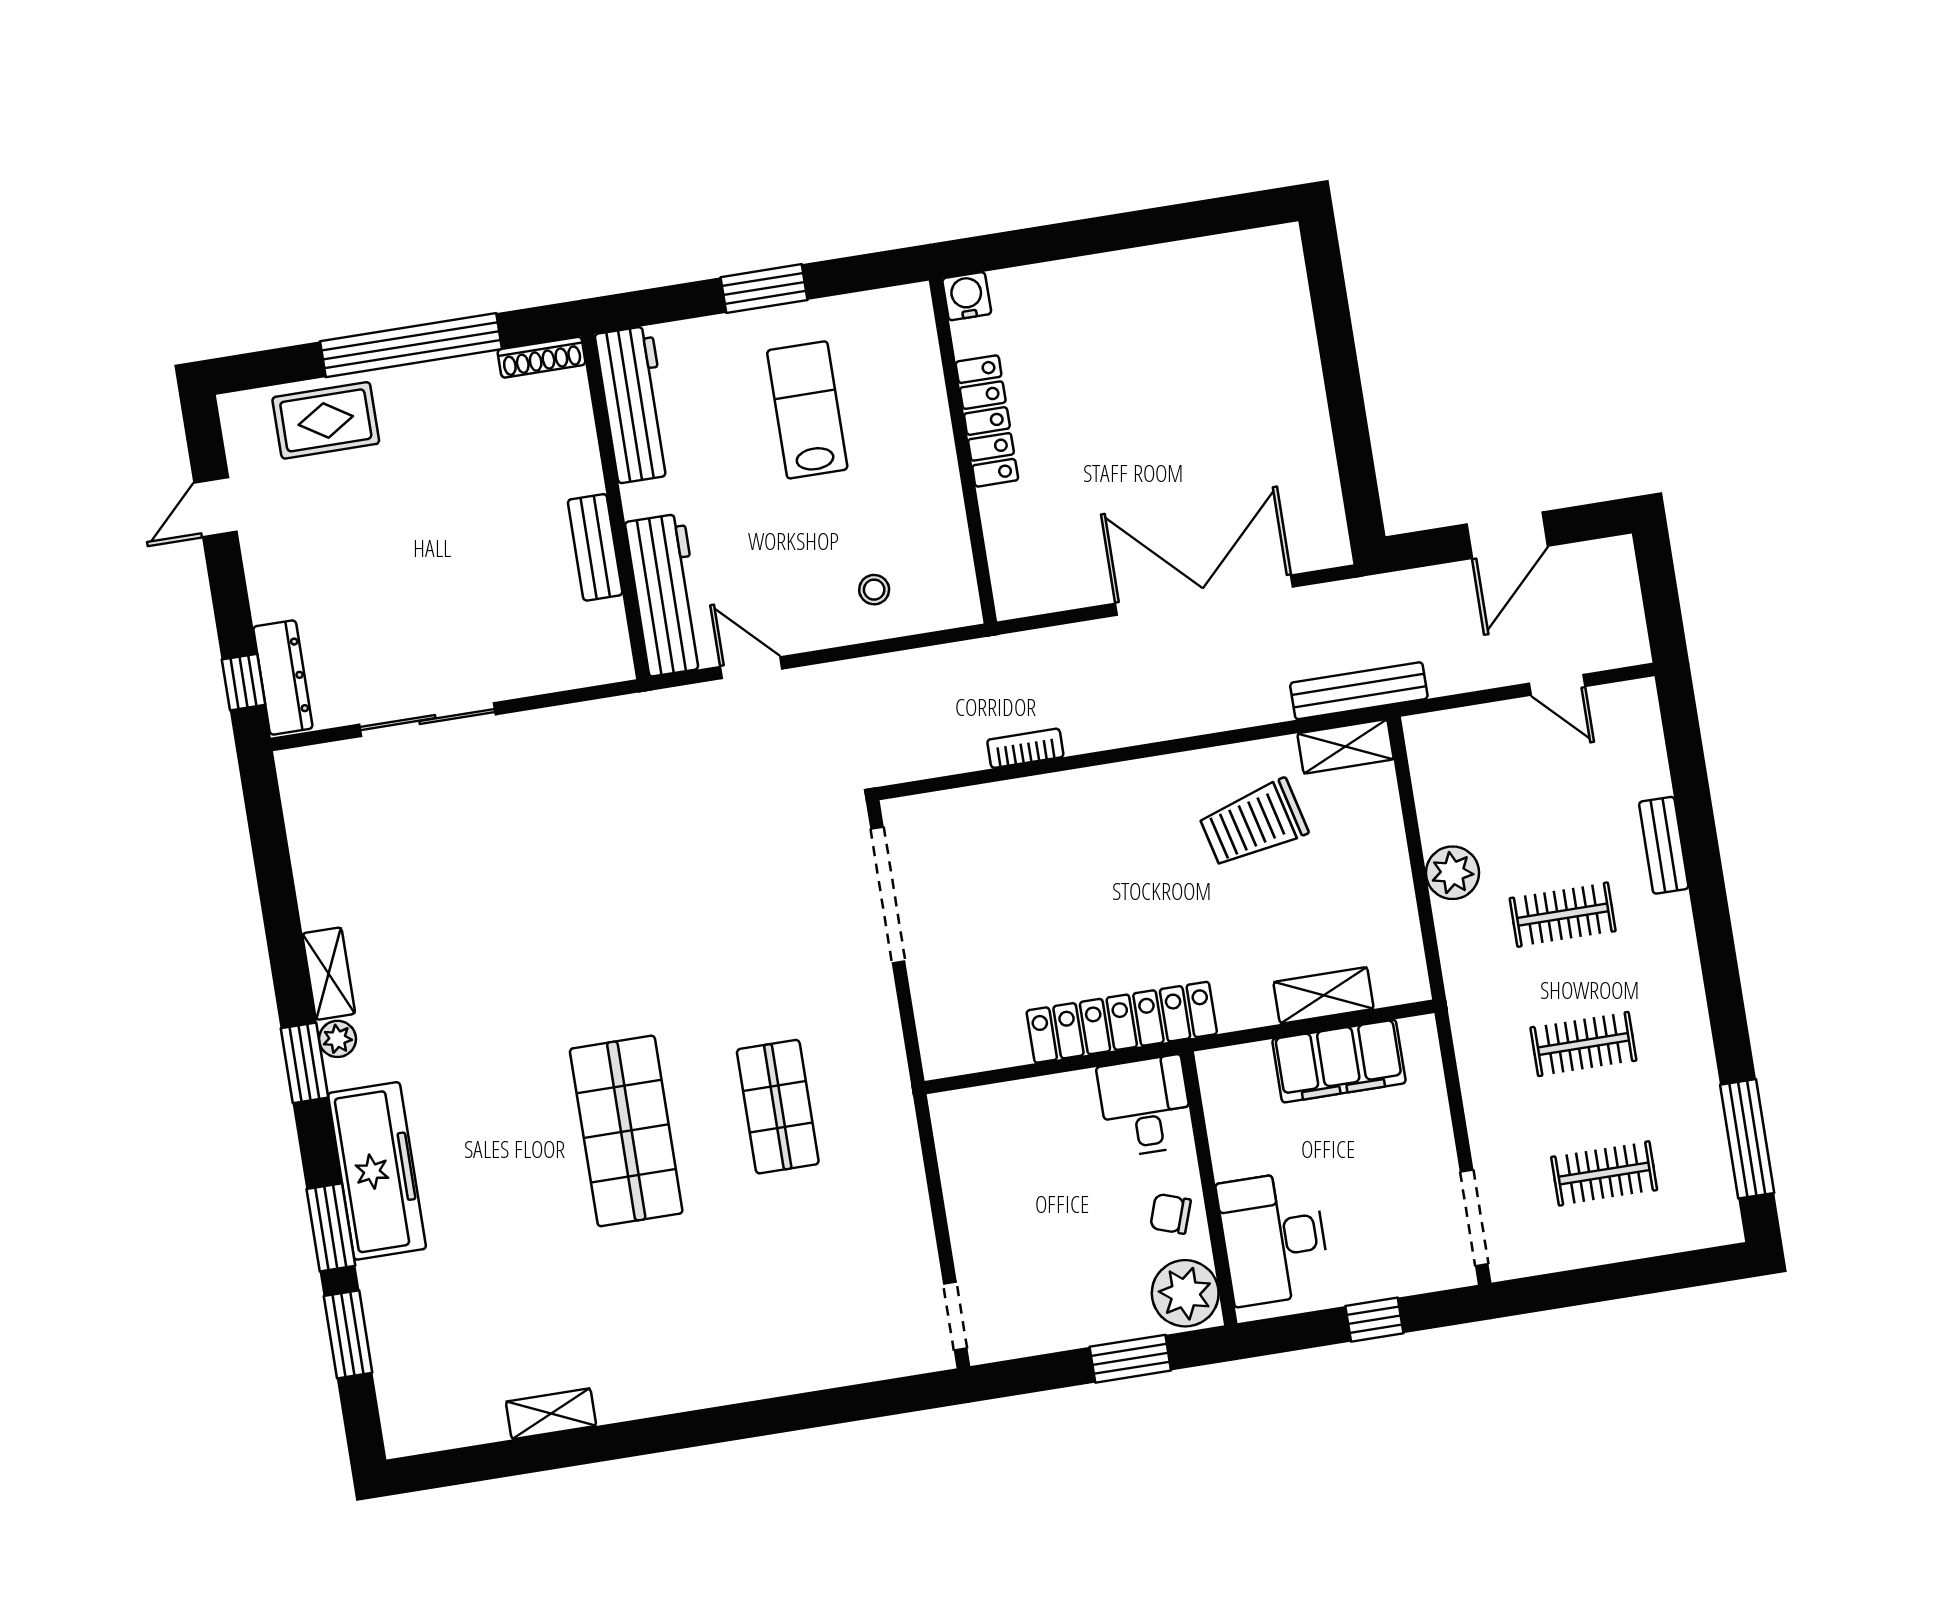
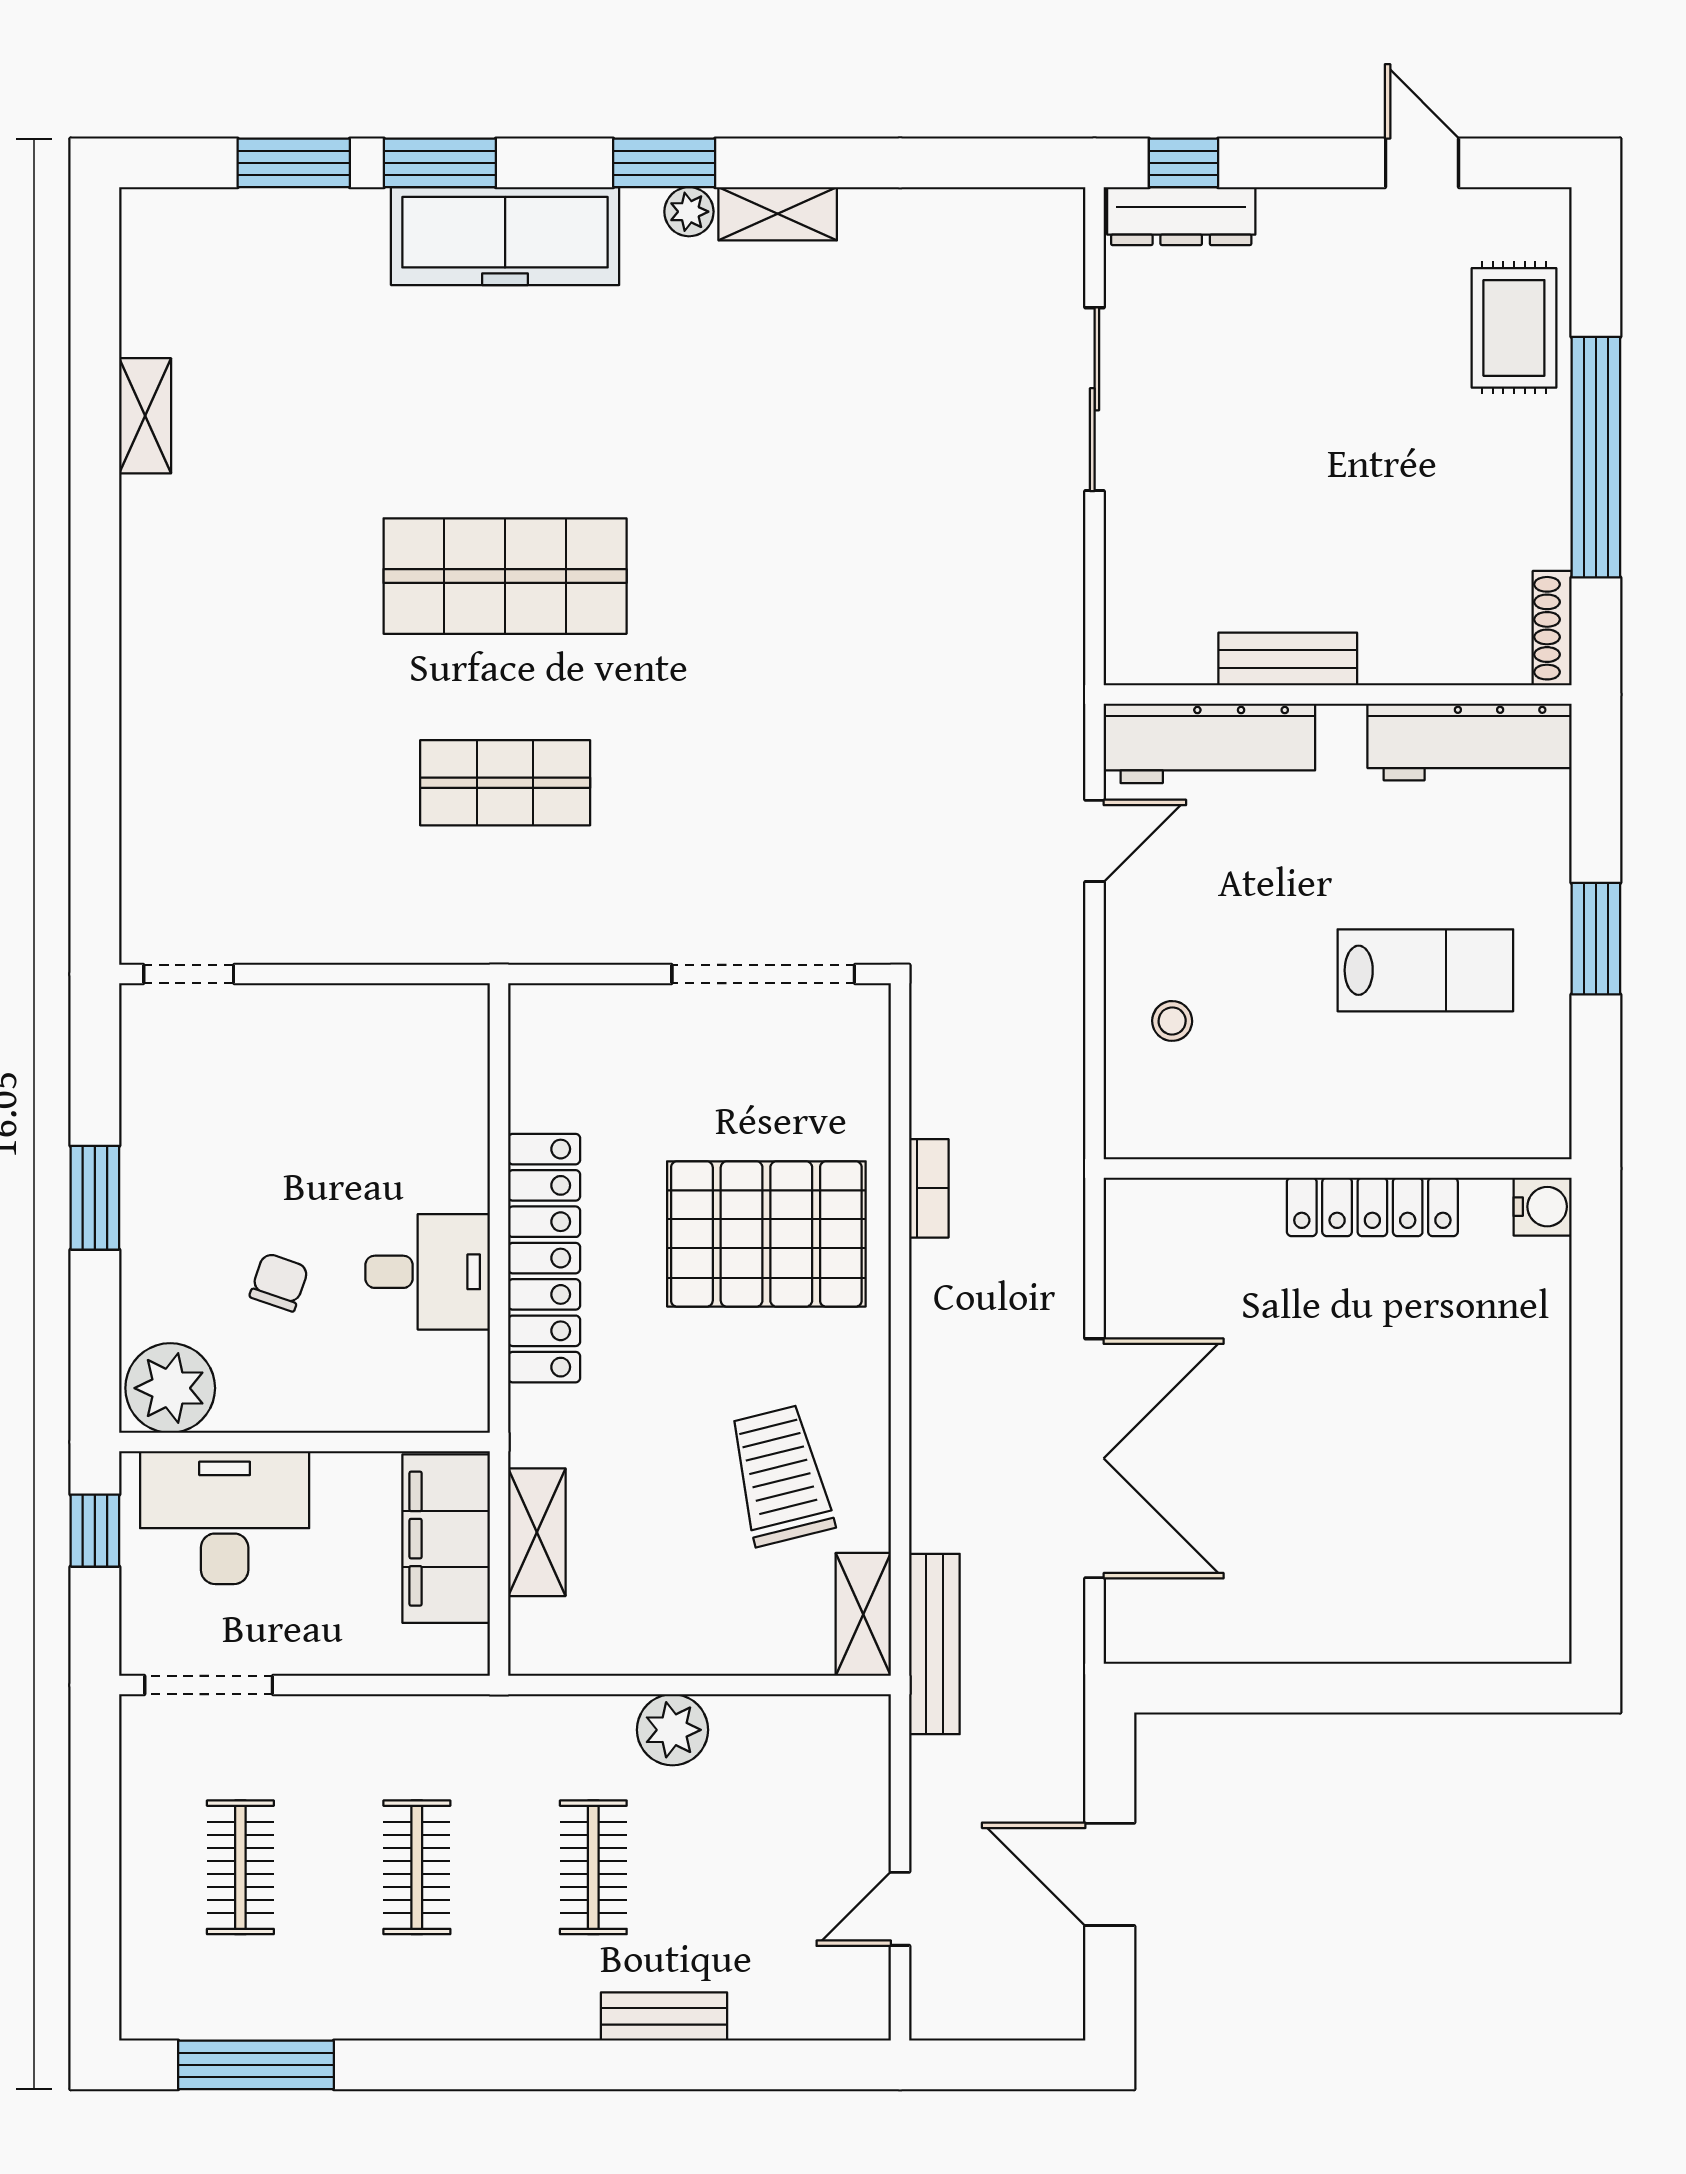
pallet: (1078, 862) -> (766, 1234), added
wall: (1209, 1188) -> (305, 1442), moved
desk: (1274, 1238) -> (225, 1518), moved
plant: (1185, 1293) -> (170, 1388), moved

